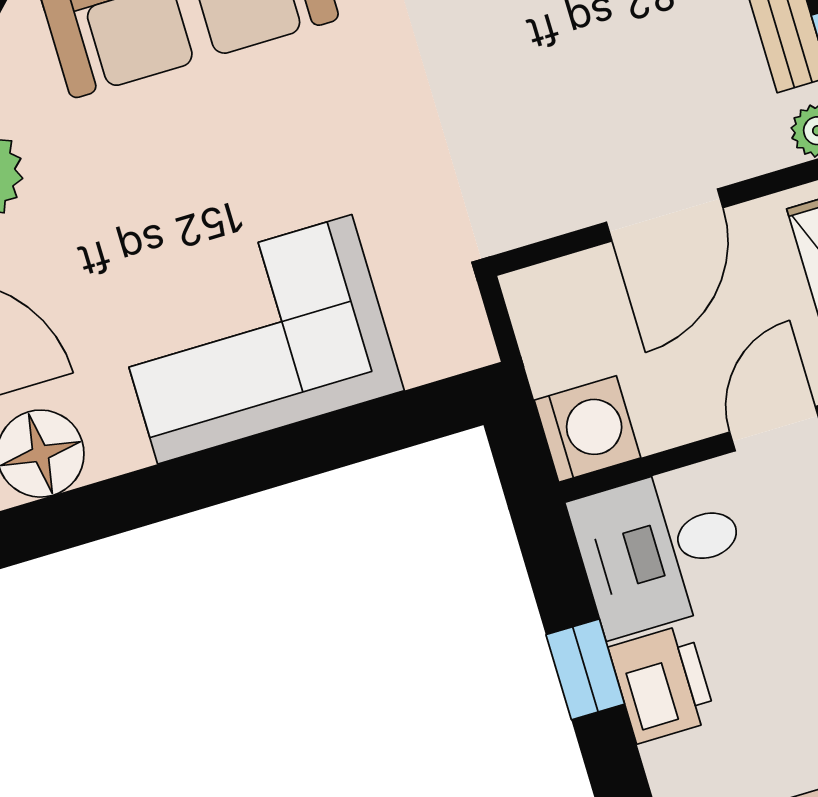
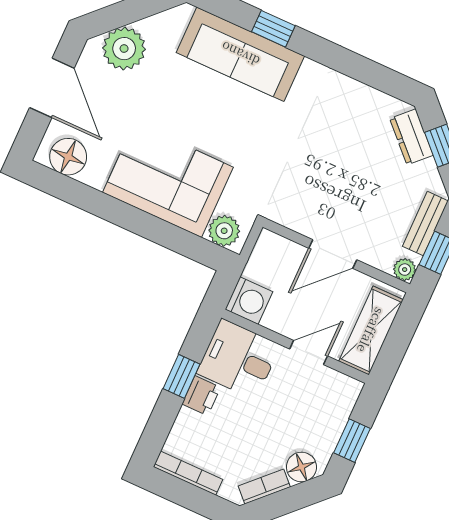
plant: (435, 343) -> (224, 231), added
printer: (662, 684) -> (201, 396), width x0.73, depth x0.81

